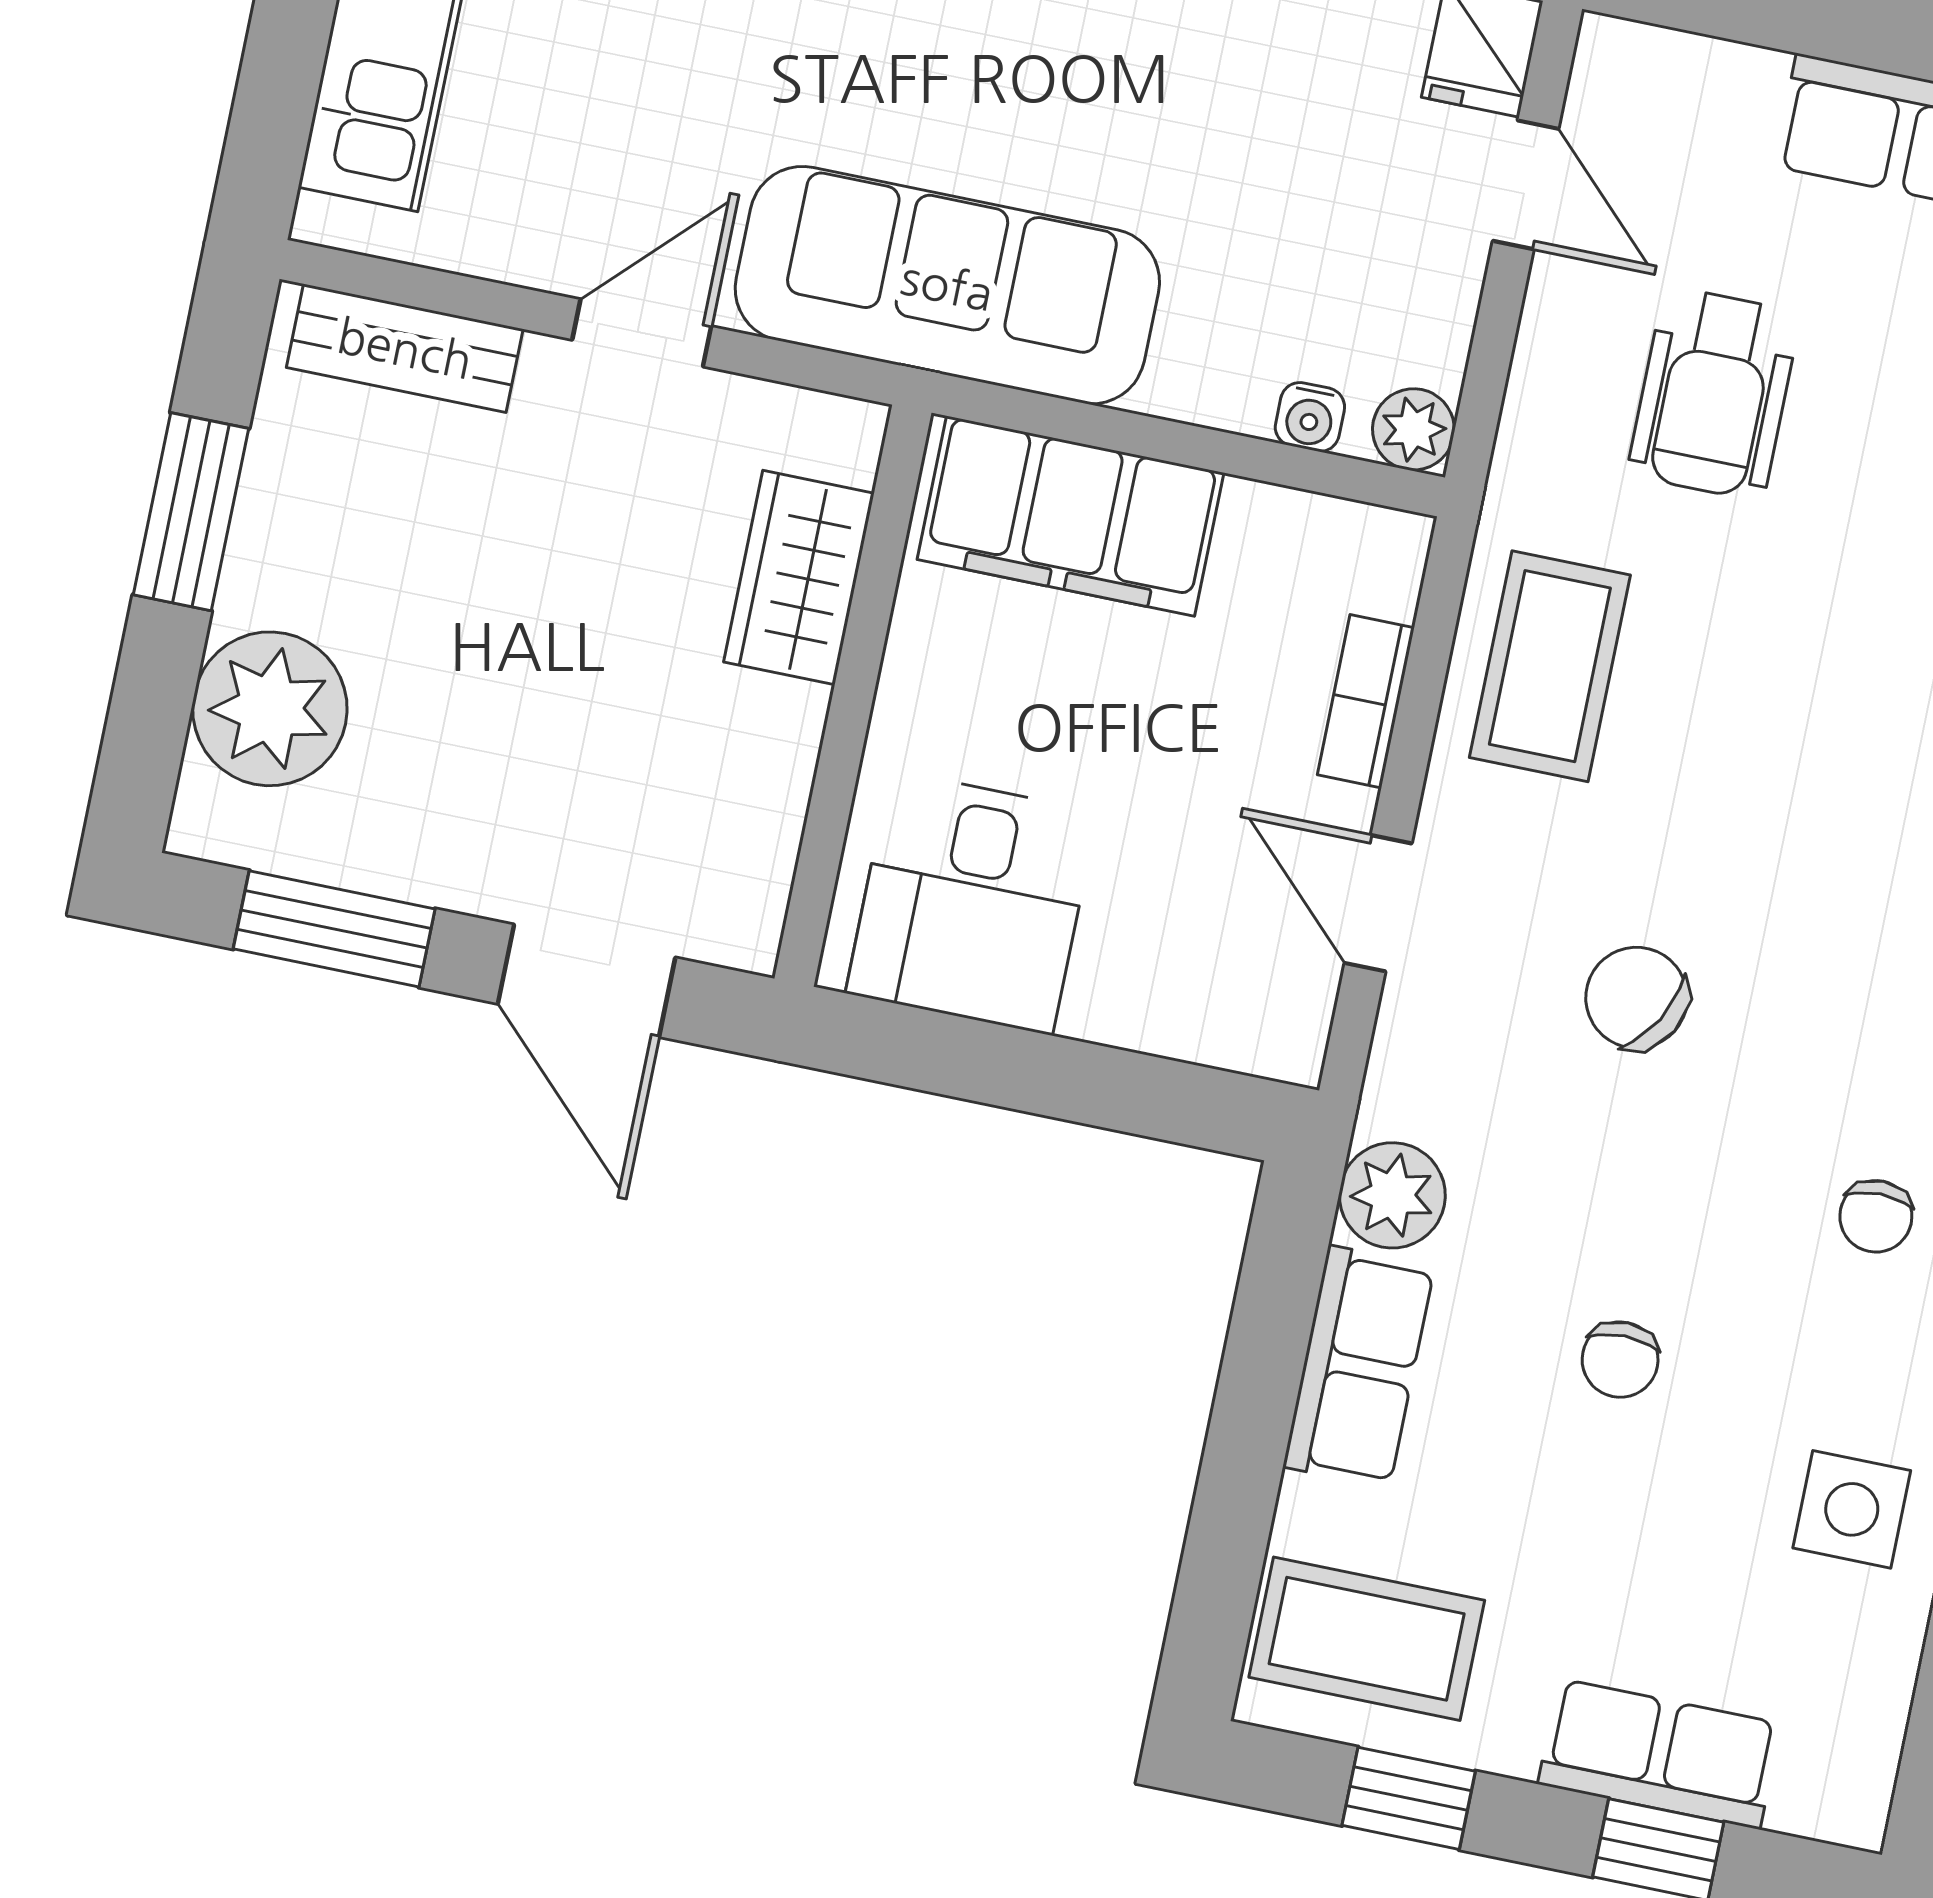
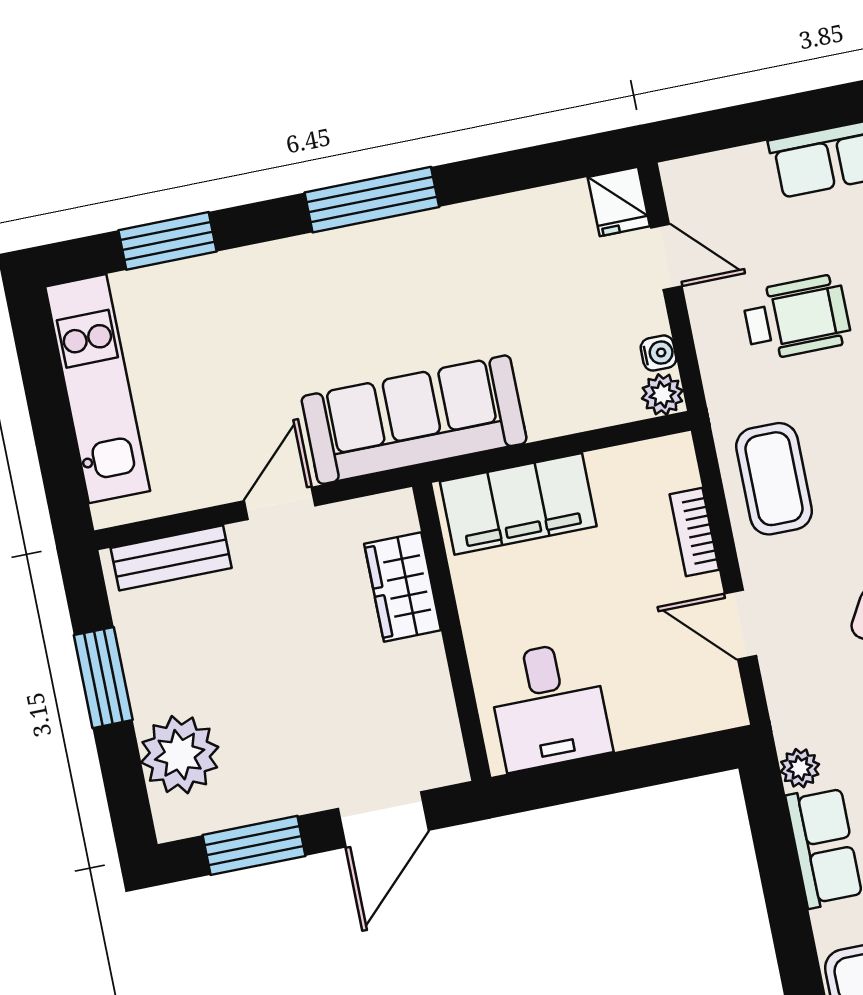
wheelchair: (1714, 394) -> (797, 318), turned -90
water cooler: (1310, 417) -> (659, 353), moved, turned -90
door: (587, 981) -> (383, 819), hinge flipped
plant: (1392, 1195) -> (800, 768), width x0.73, depth x0.73

